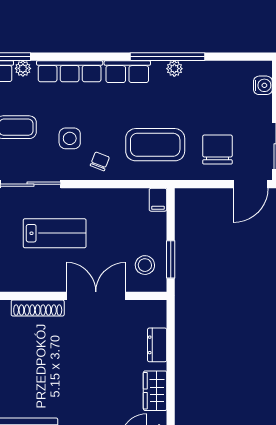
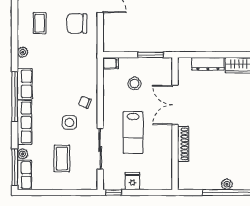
window: (168, 57) -> (15, 97), moved
coffee table: (155, 145) -> (39, 23), moved, width x0.54, depth x0.58
lab bench: (55, 233) -> (133, 133), turned 180
stool: (145, 265) -> (134, 84), moved
dresser: (157, 345) -> (208, 64), width x1.44

